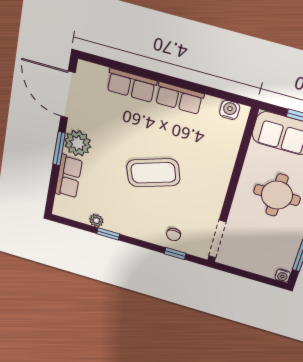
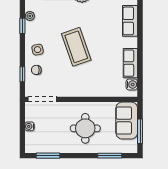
row of seats: (179, 98) -> (130, 63), moved
side table: (145, 225) -> (38, 50), added
water cooler: (283, 276) -> (29, 126), moved

